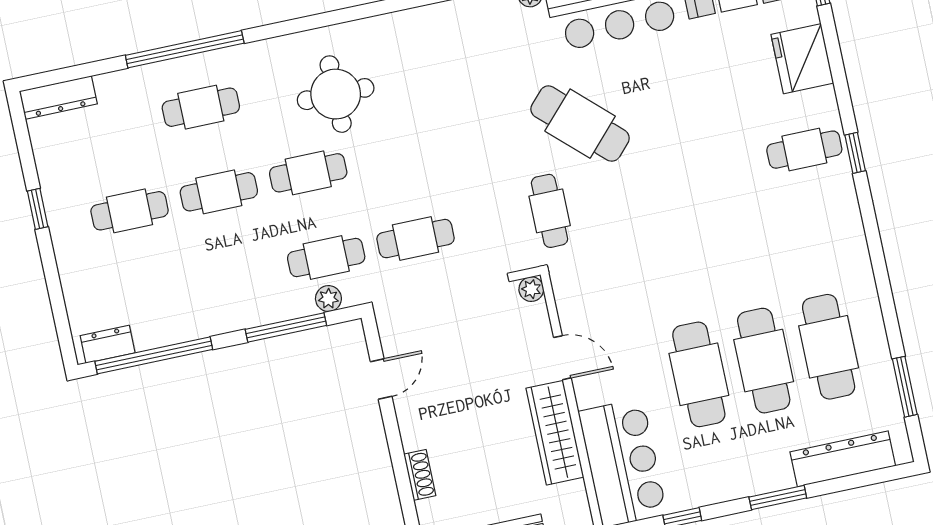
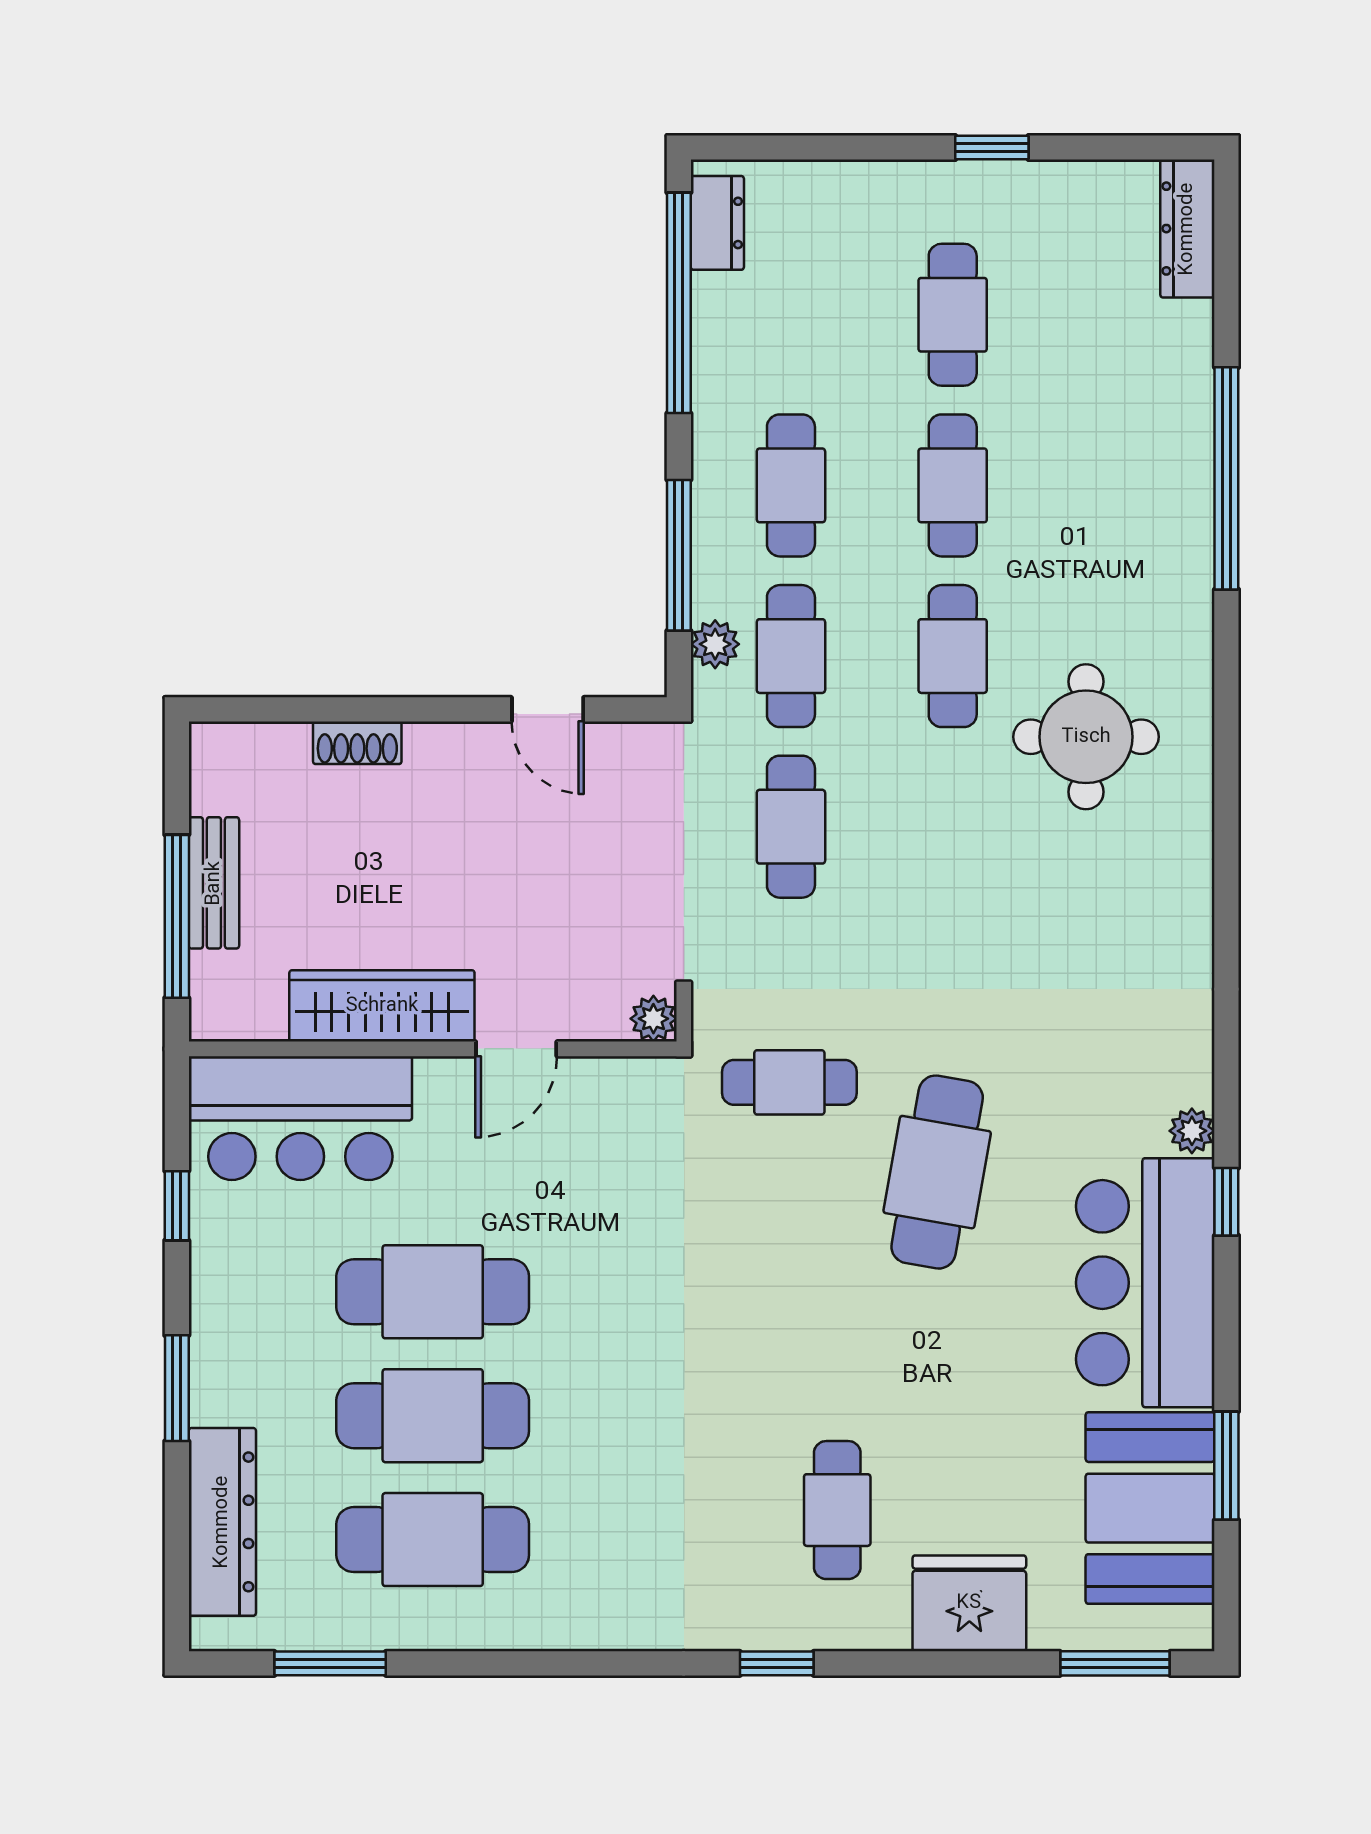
cafe table: (201, 107) -> (791, 485), moved
cafe table: (580, 124) -> (937, 1172), turned -33
cafe table: (804, 150) -> (837, 1510), moved

